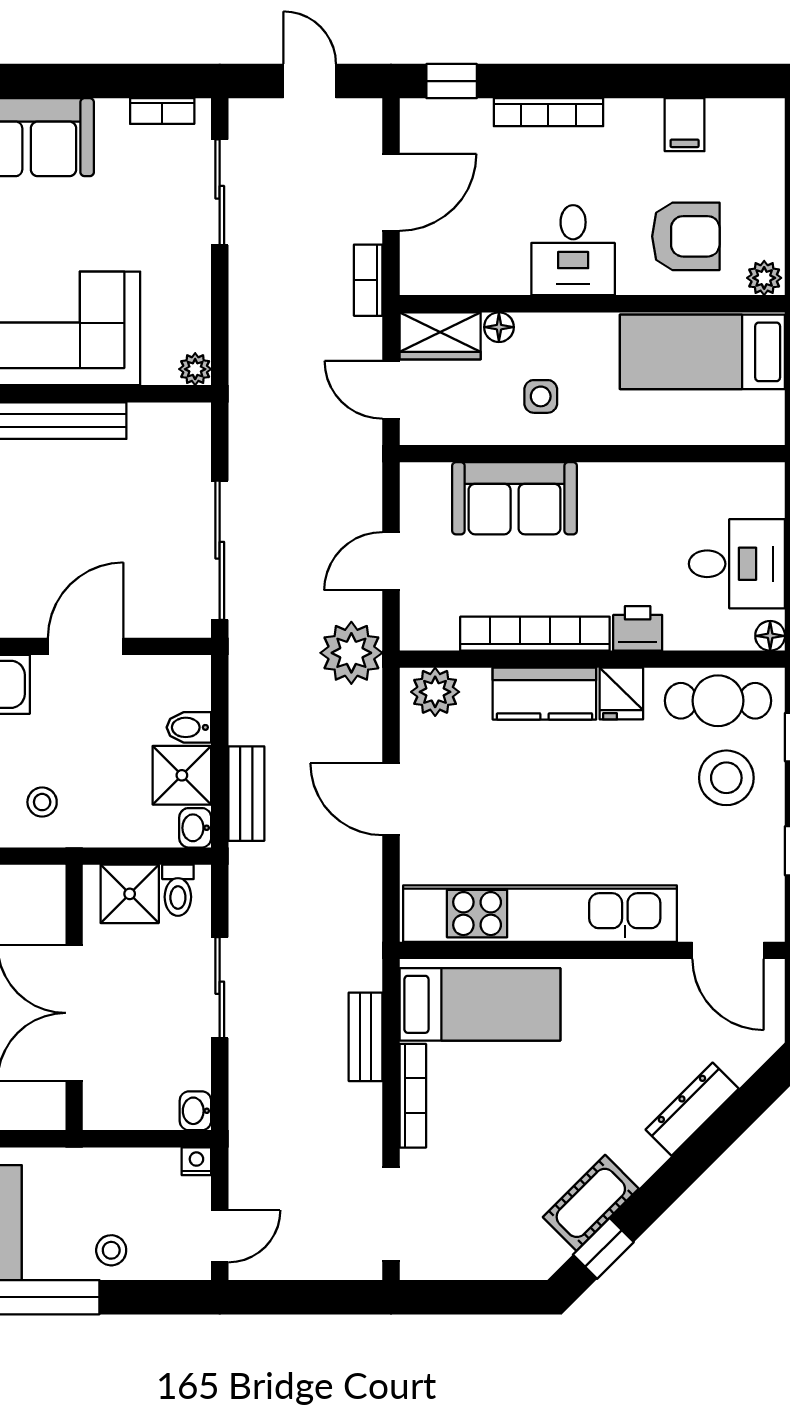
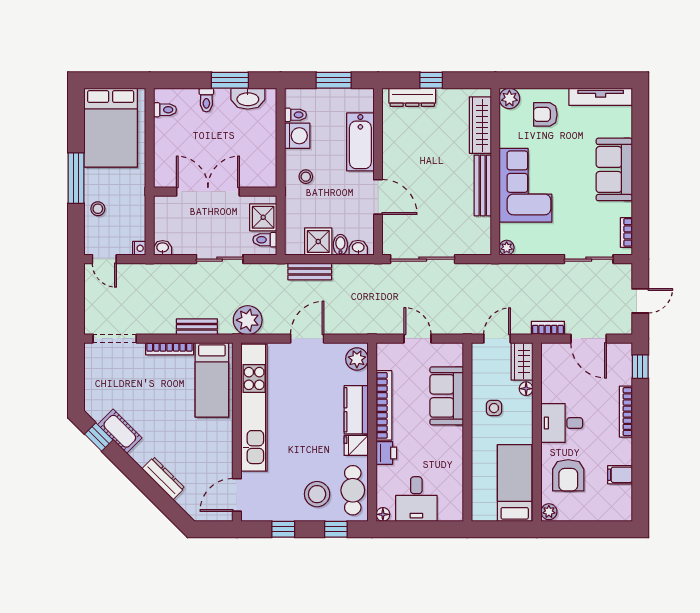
plant: (351, 653) -> (248, 320), moved
washbasin: (195, 828) -> (358, 248), moved

